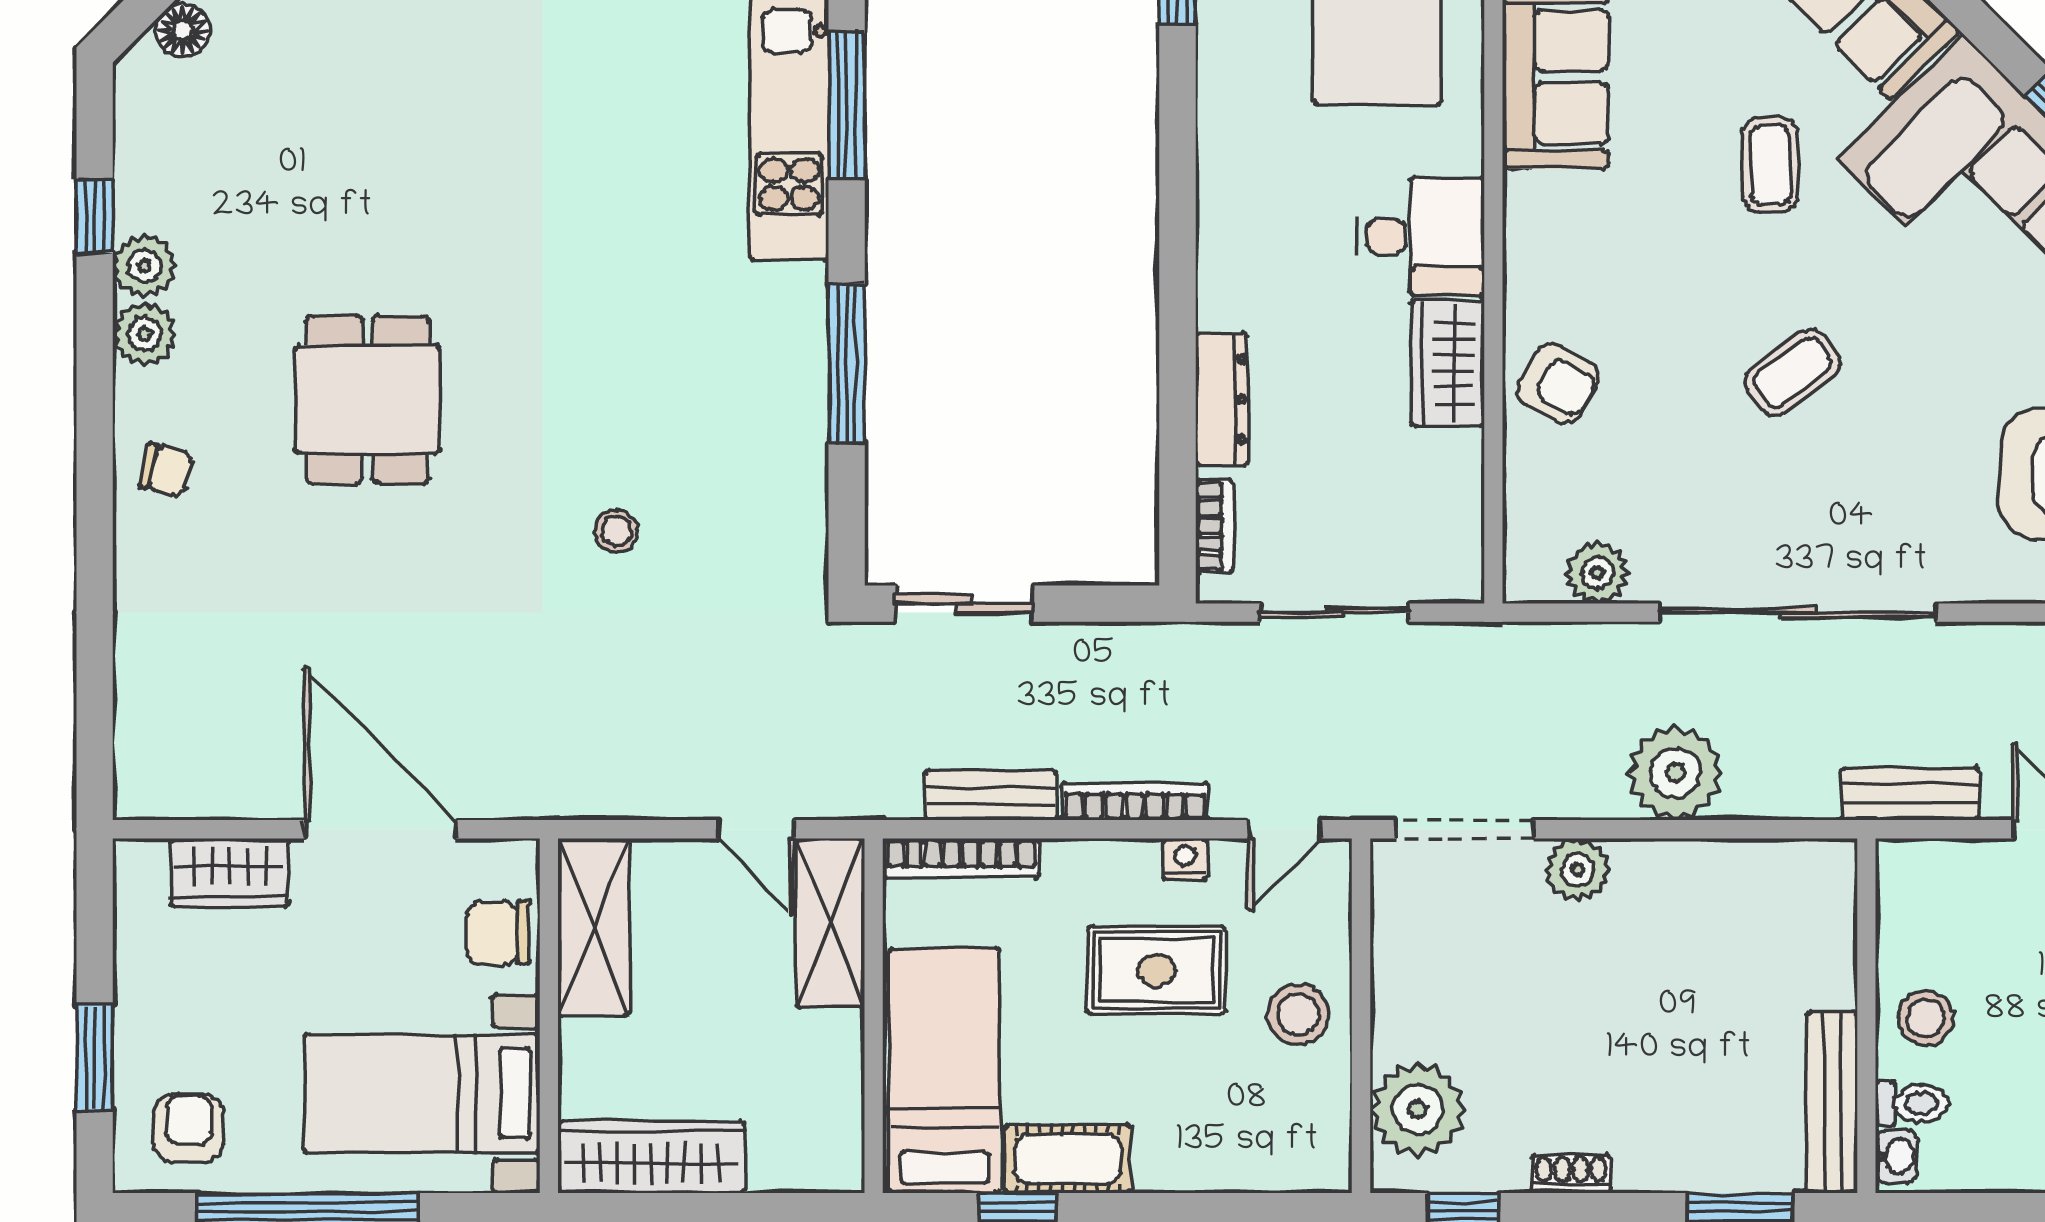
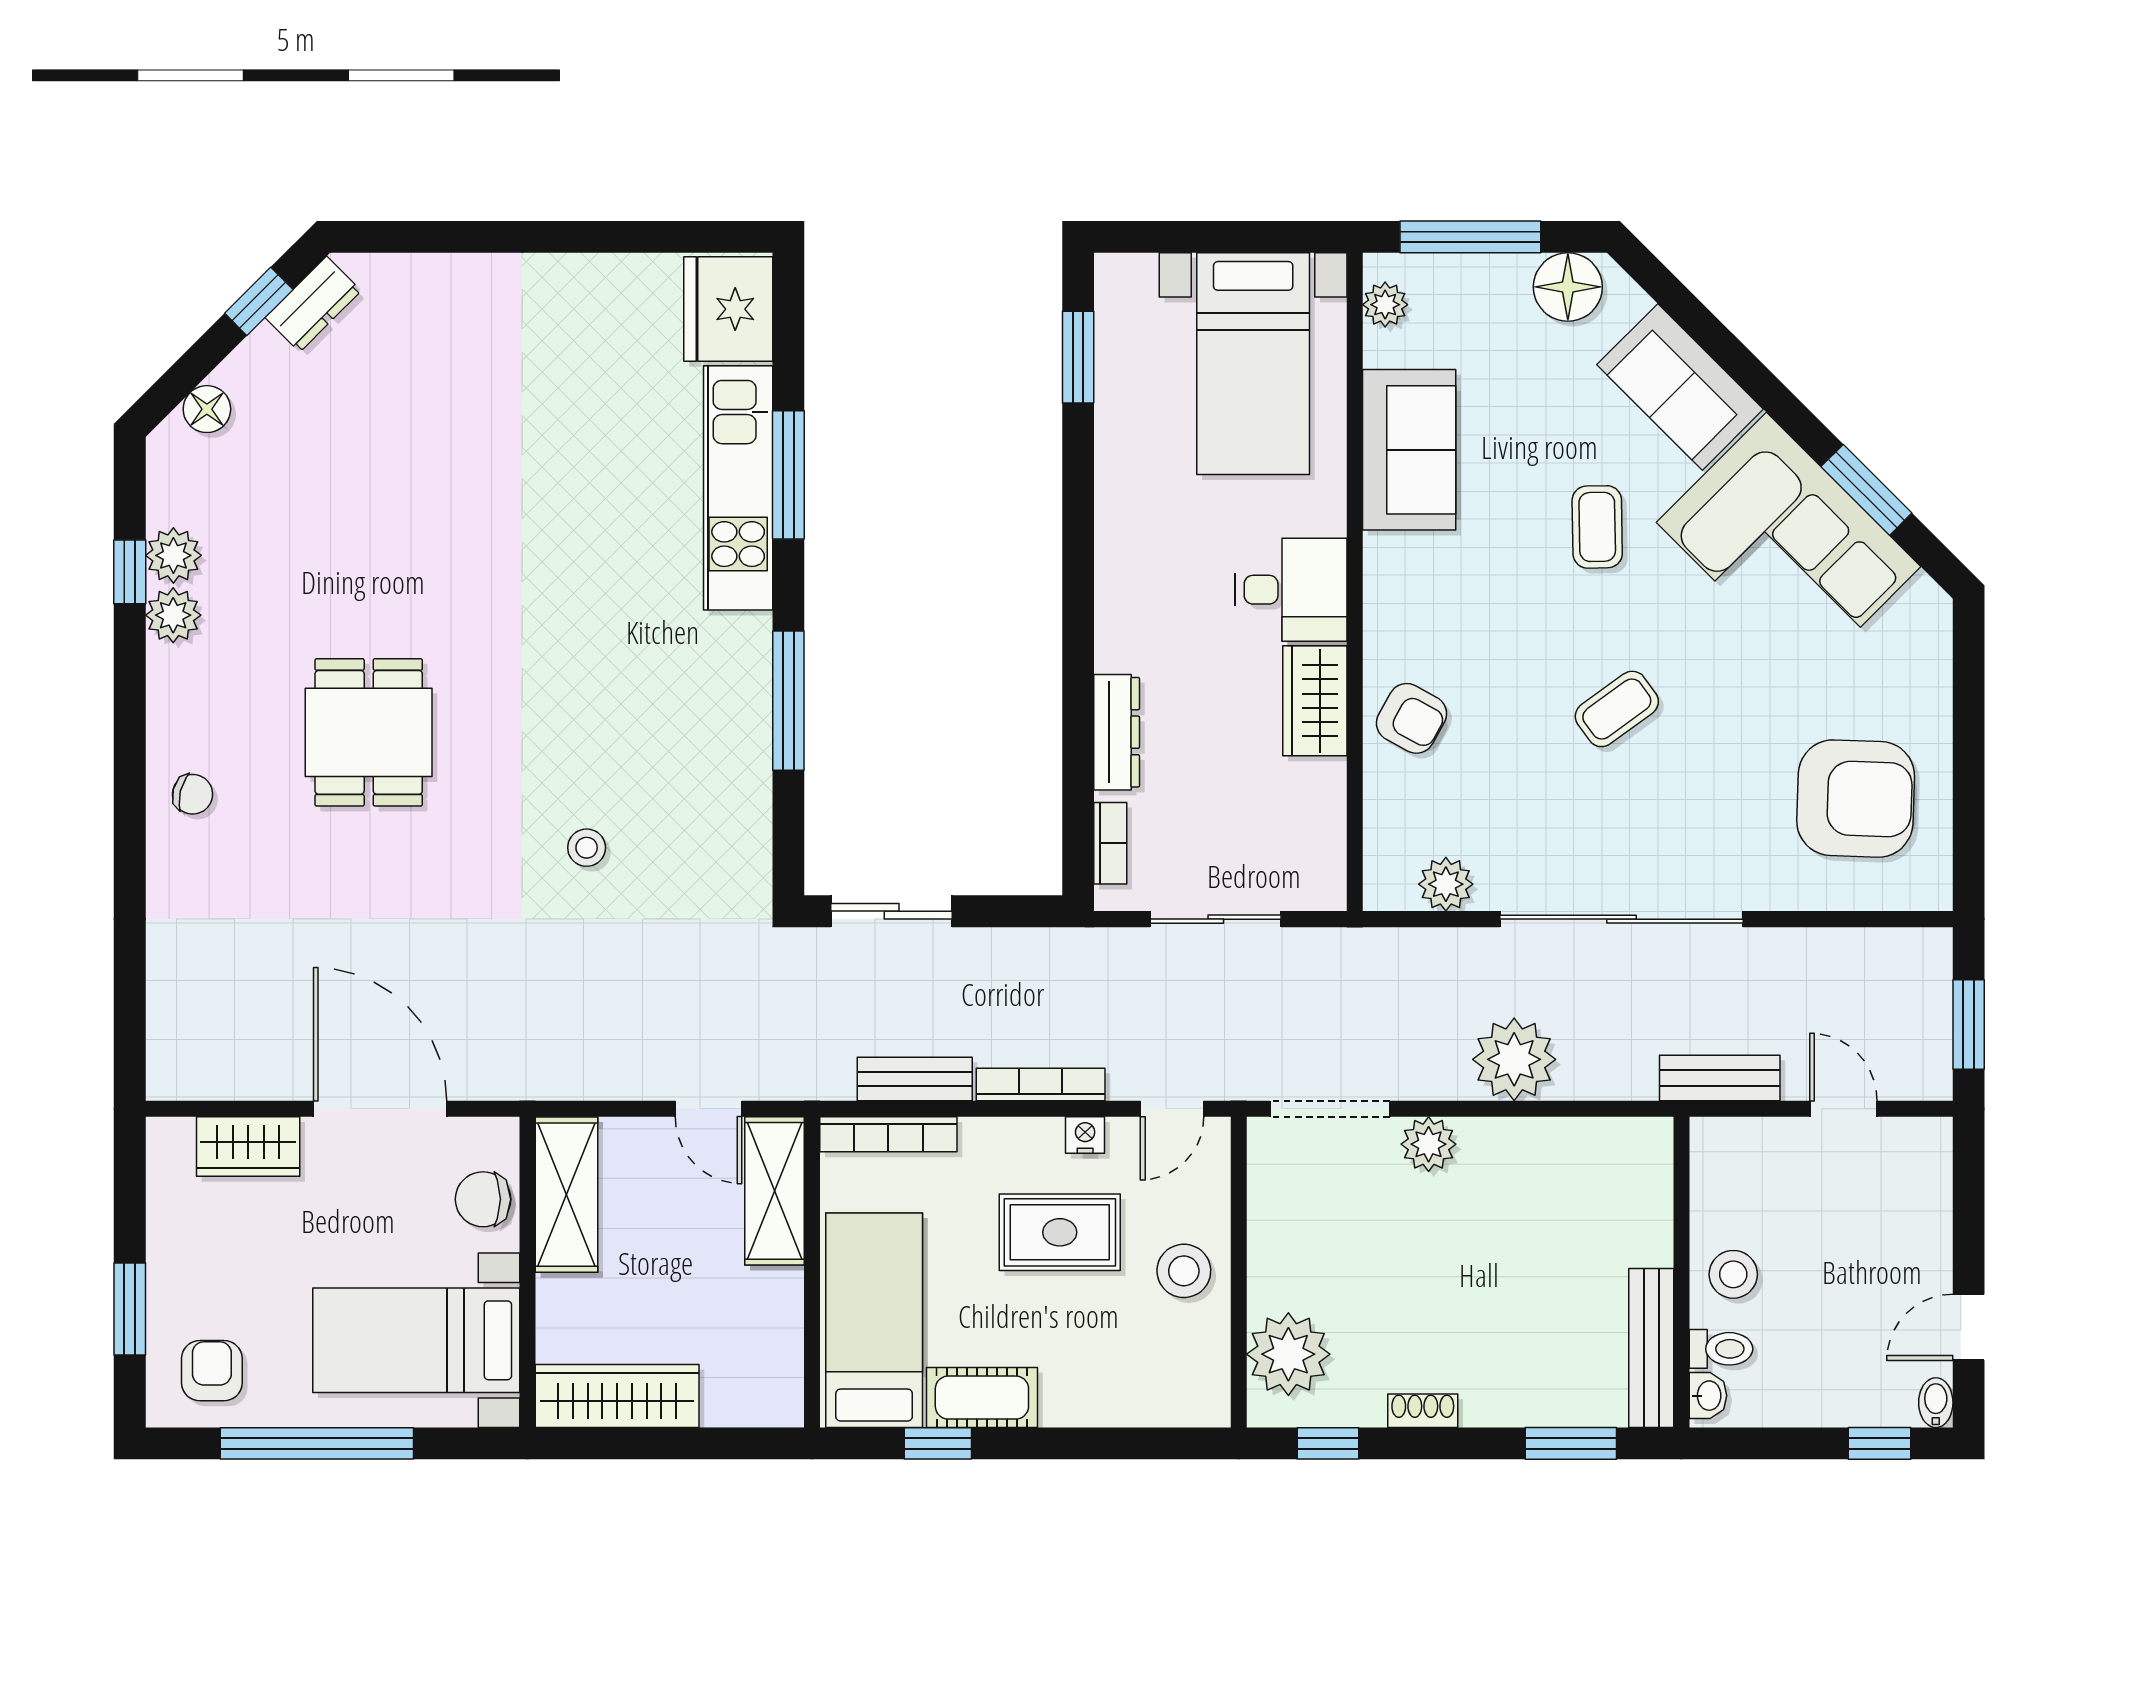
plant: (145, 334) -> (173, 555), moved

